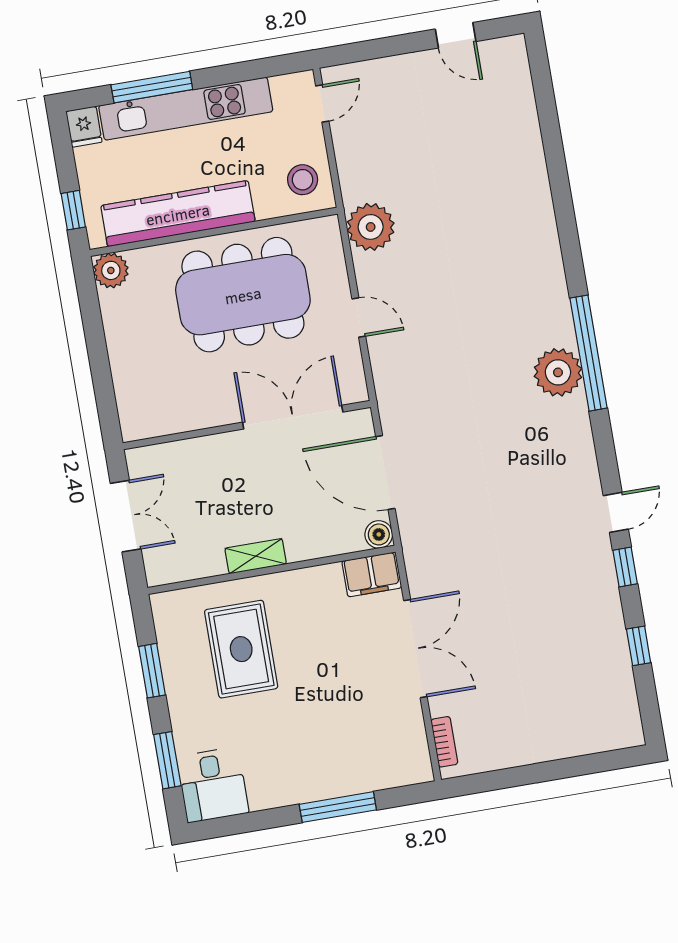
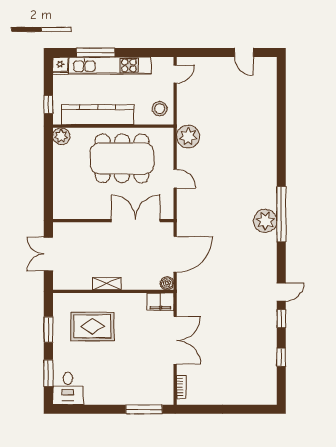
door: (385, 473) -> (175, 254), swing flipped
double door: (126, 516) -> (48, 254), swing flipped
rug: (241, 649) -> (92, 326), turned 90
window: (338, 807) -> (144, 409), moved

